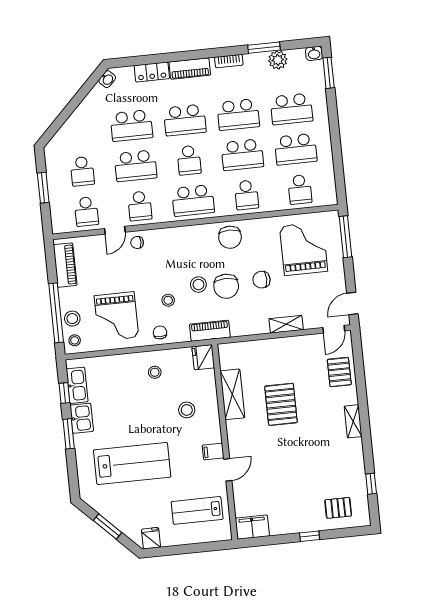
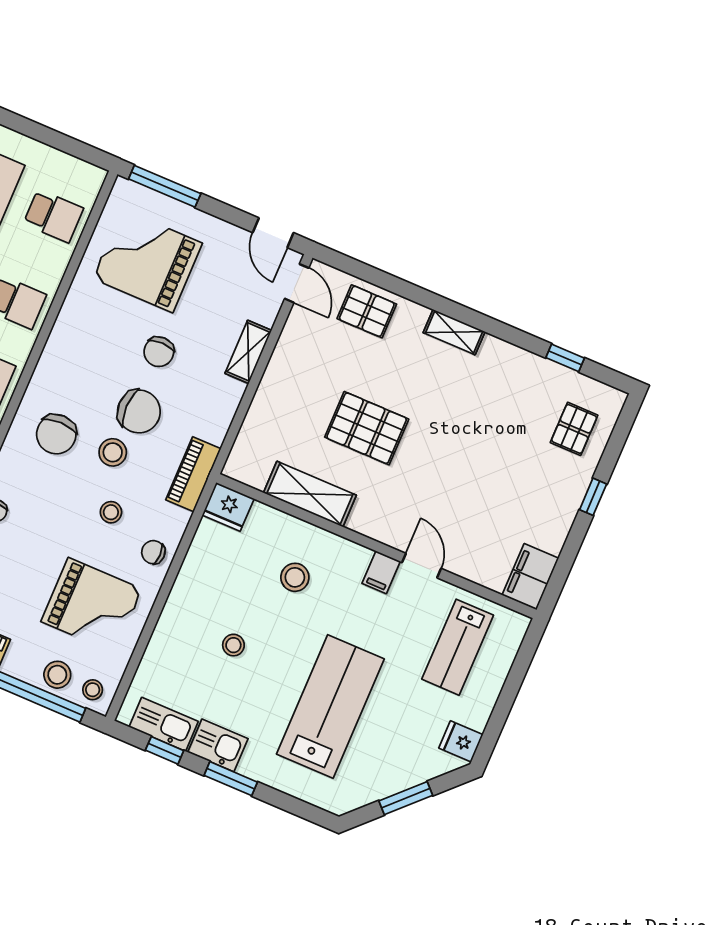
chair: (230, 237) -> (56, 434), moved, turned 90
stool: (155, 372) -> (233, 645), moved

